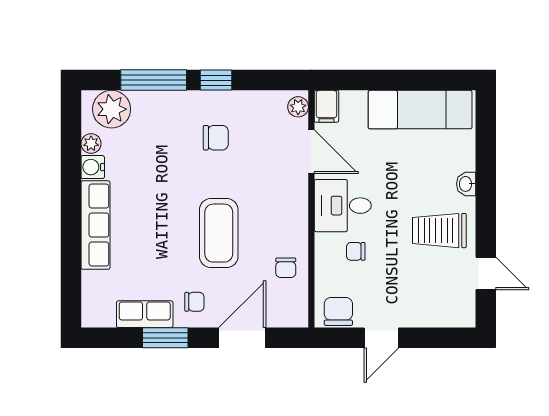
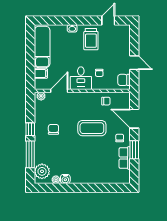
filing cabinet: (326, 106) -> (41, 73), moved
row of seats: (95, 225) -> (89, 178), removed

